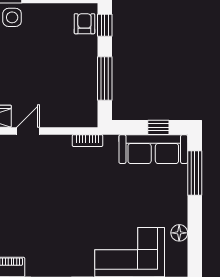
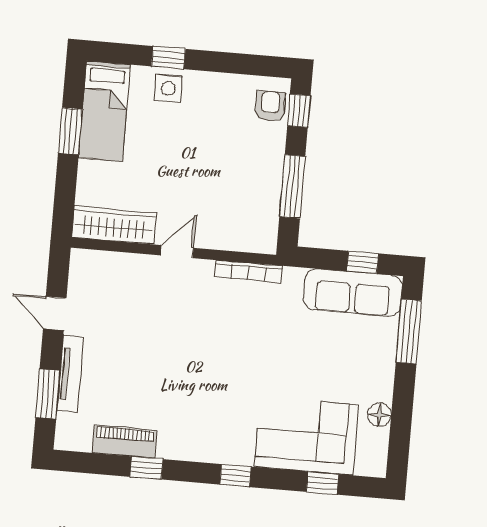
bookcase: (88, 141) -> (248, 271), width x1.56

